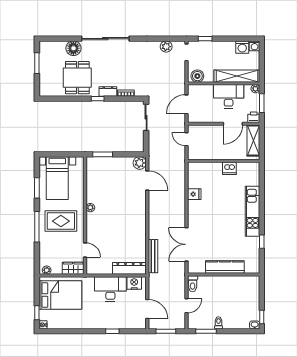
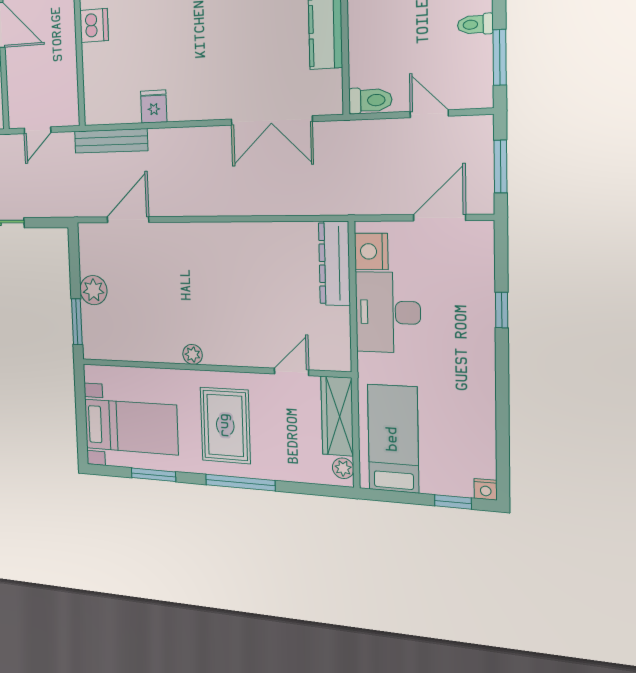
plant: (140, 163) -> (93, 290), moved
bench: (153, 256) -> (111, 141), moved
wardrobe: (73, 268) -> (337, 416), width x1.50
bed: (60, 295) -> (393, 439), width x0.67

